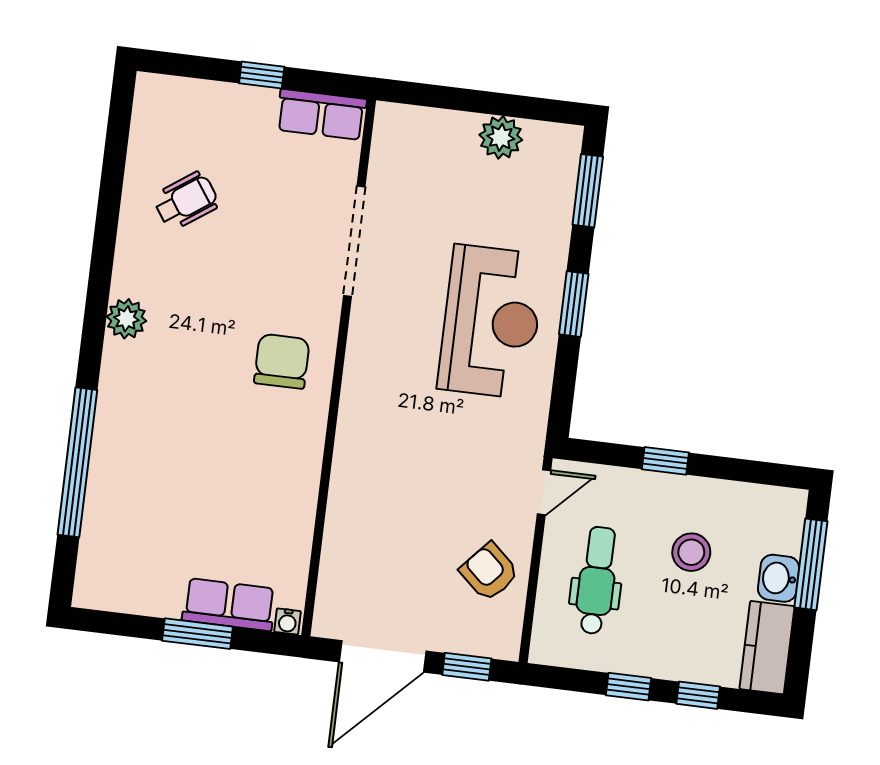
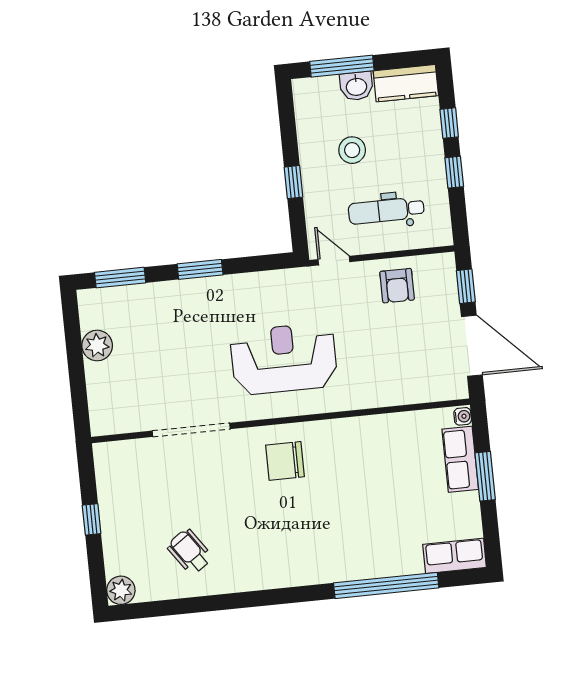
row of seats: (321, 114) -> (455, 556), moved, turned -90
plant: (126, 319) -> (121, 590), moved
reception desk: (491, 322) -> (284, 359), moved
armchair: (489, 572) -> (397, 286), turned -42

